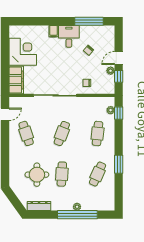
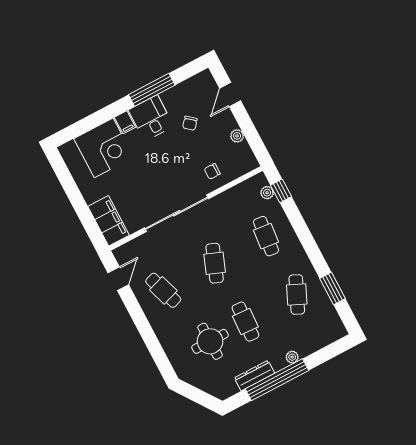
window: (89, 21) -> (152, 90), moved
corner desk: (23, 52) -> (104, 148), moved, turned 90
door: (119, 58) -> (230, 94), moved
window: (119, 76) -> (253, 138), removed
window: (119, 164) -> (332, 288), moved
dresser: (39, 206) -> (254, 376), moved
window: (77, 215) -> (277, 380), moved

